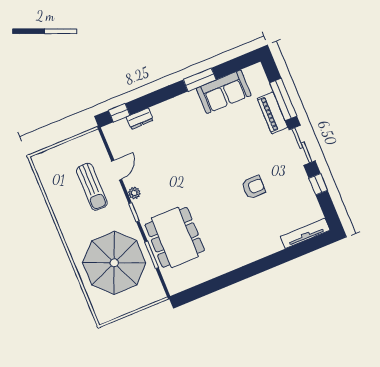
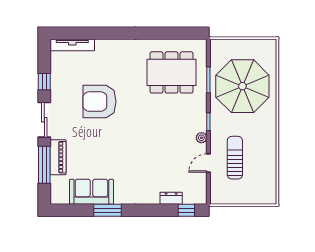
armchair: (253, 187) -> (99, 102), width x1.88, depth x1.88
dining table: (175, 237) -> (171, 72), moved, turned 90

